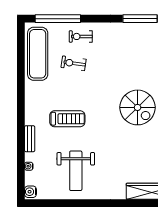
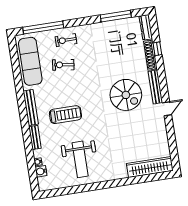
bench: (30, 105) -> (31, 107), added
water cooler: (30, 192) -> (41, 171), moved

